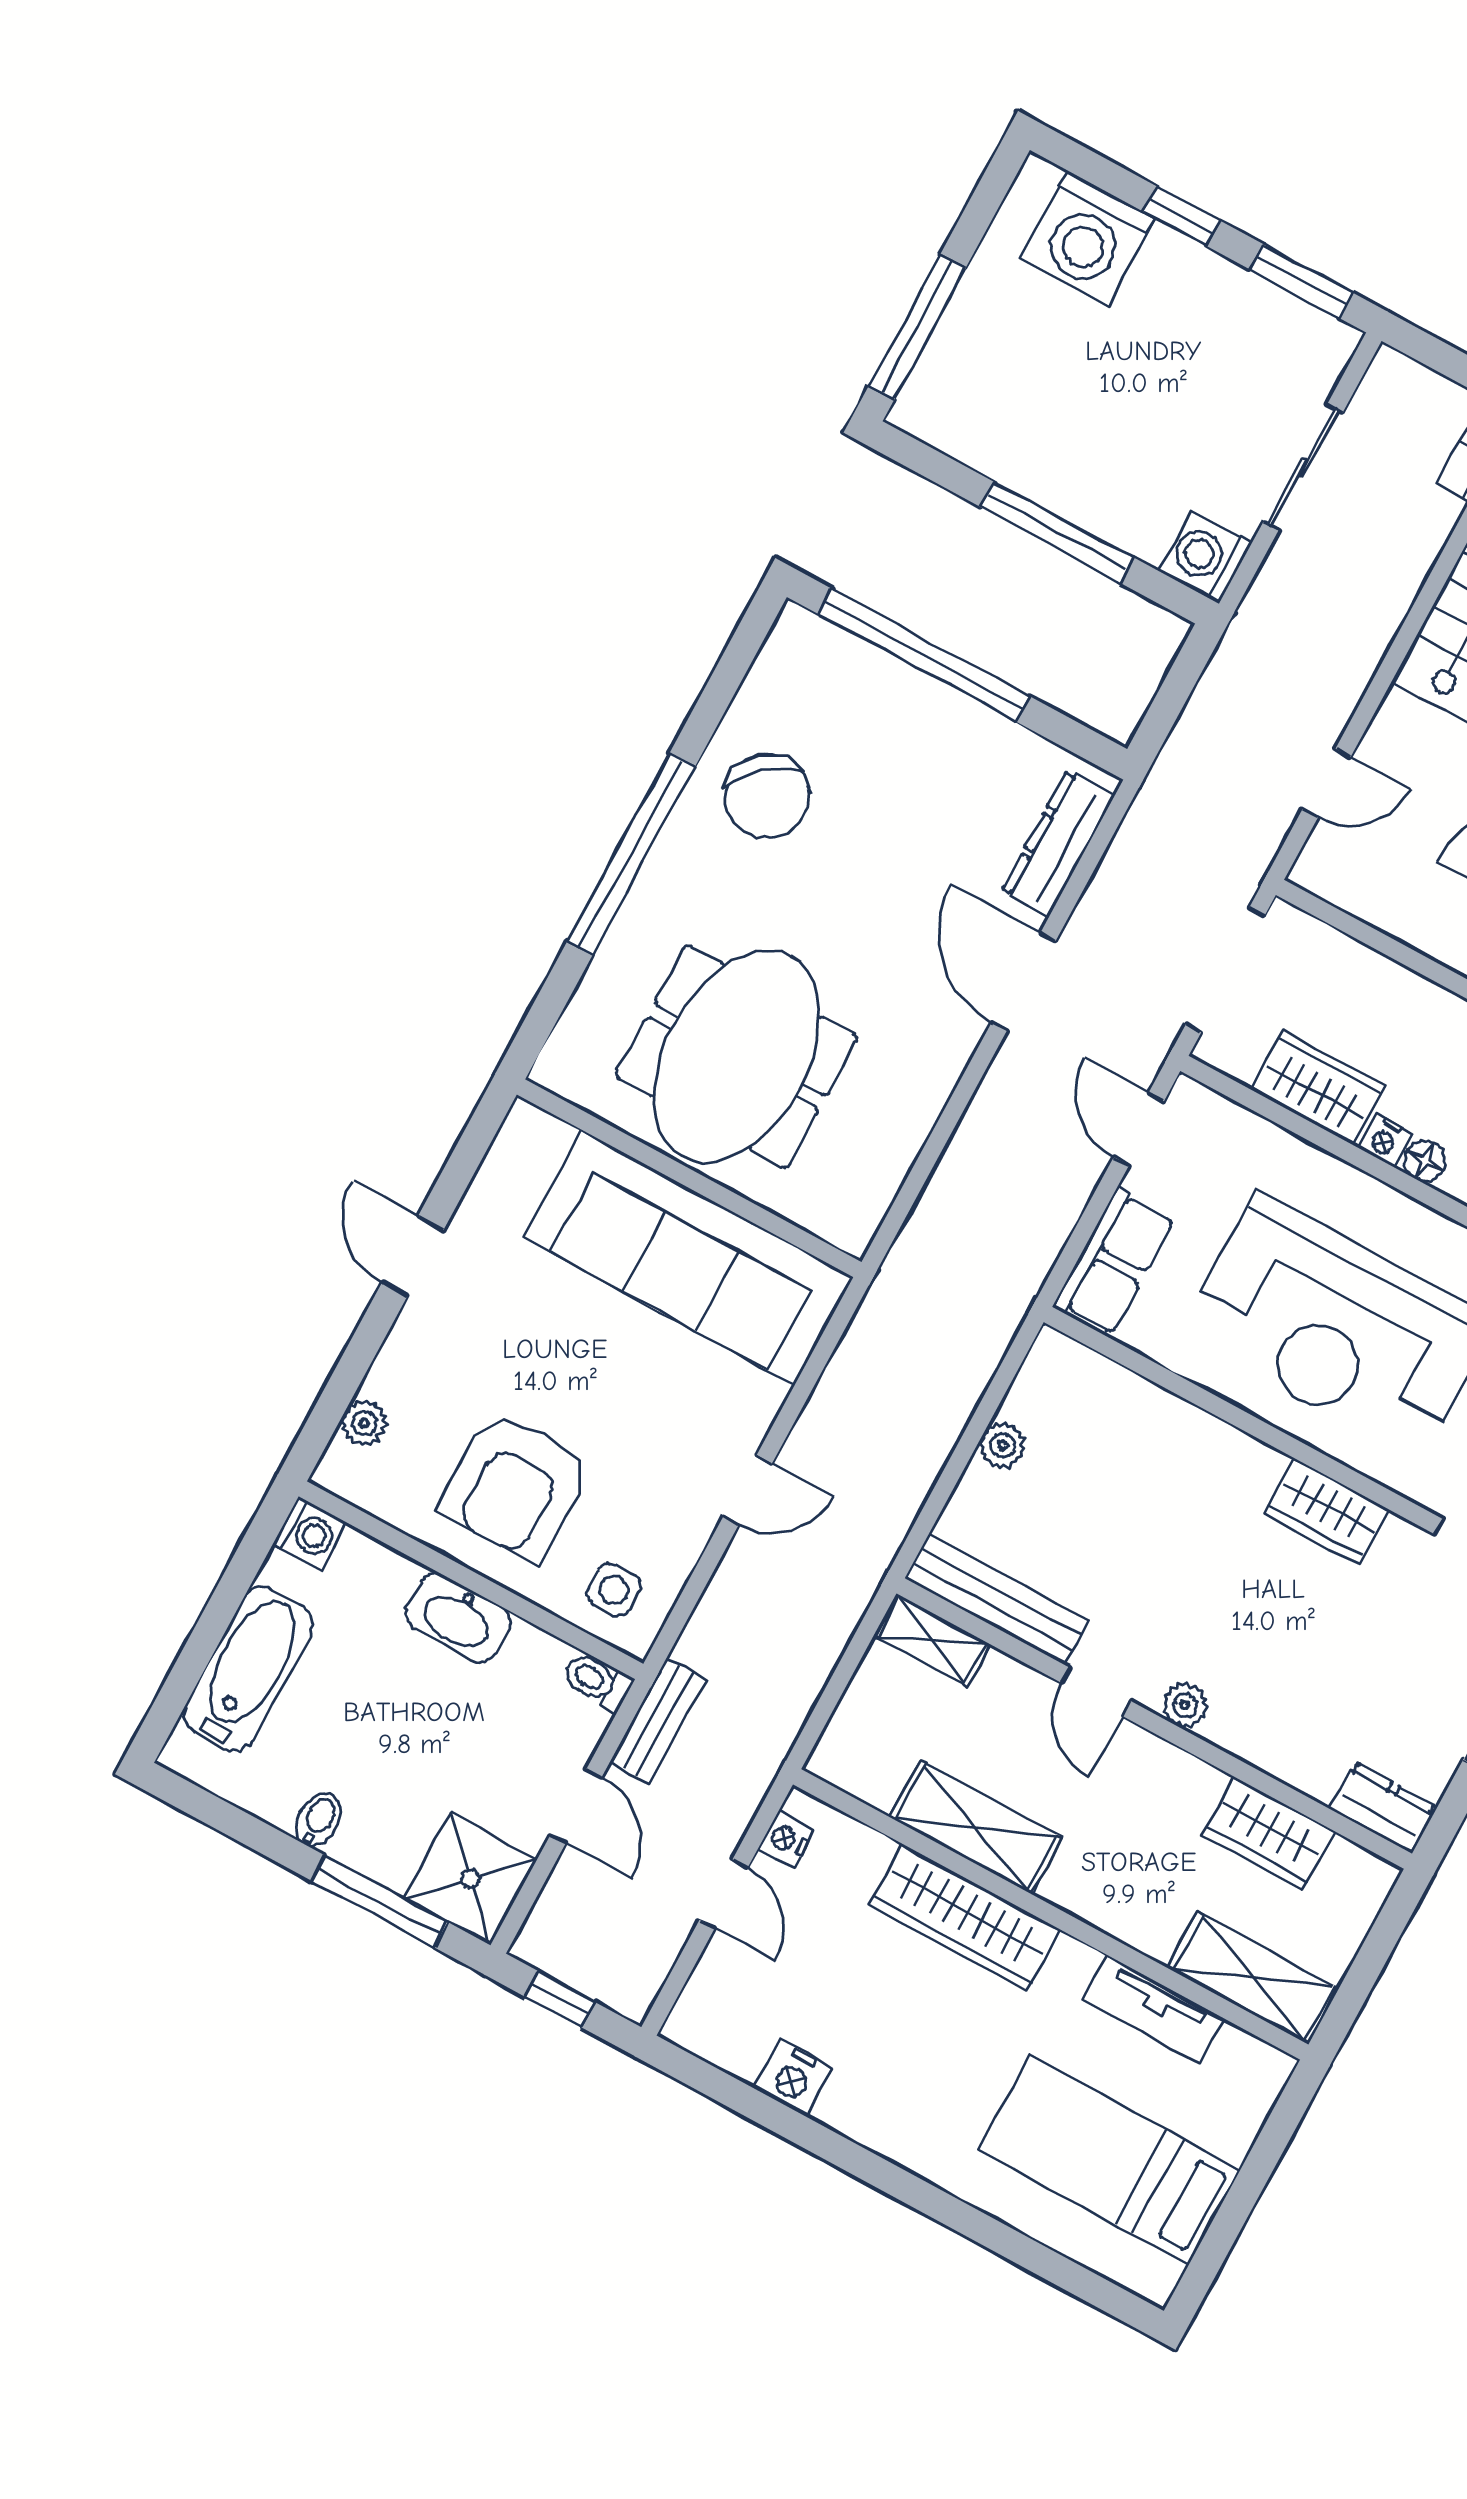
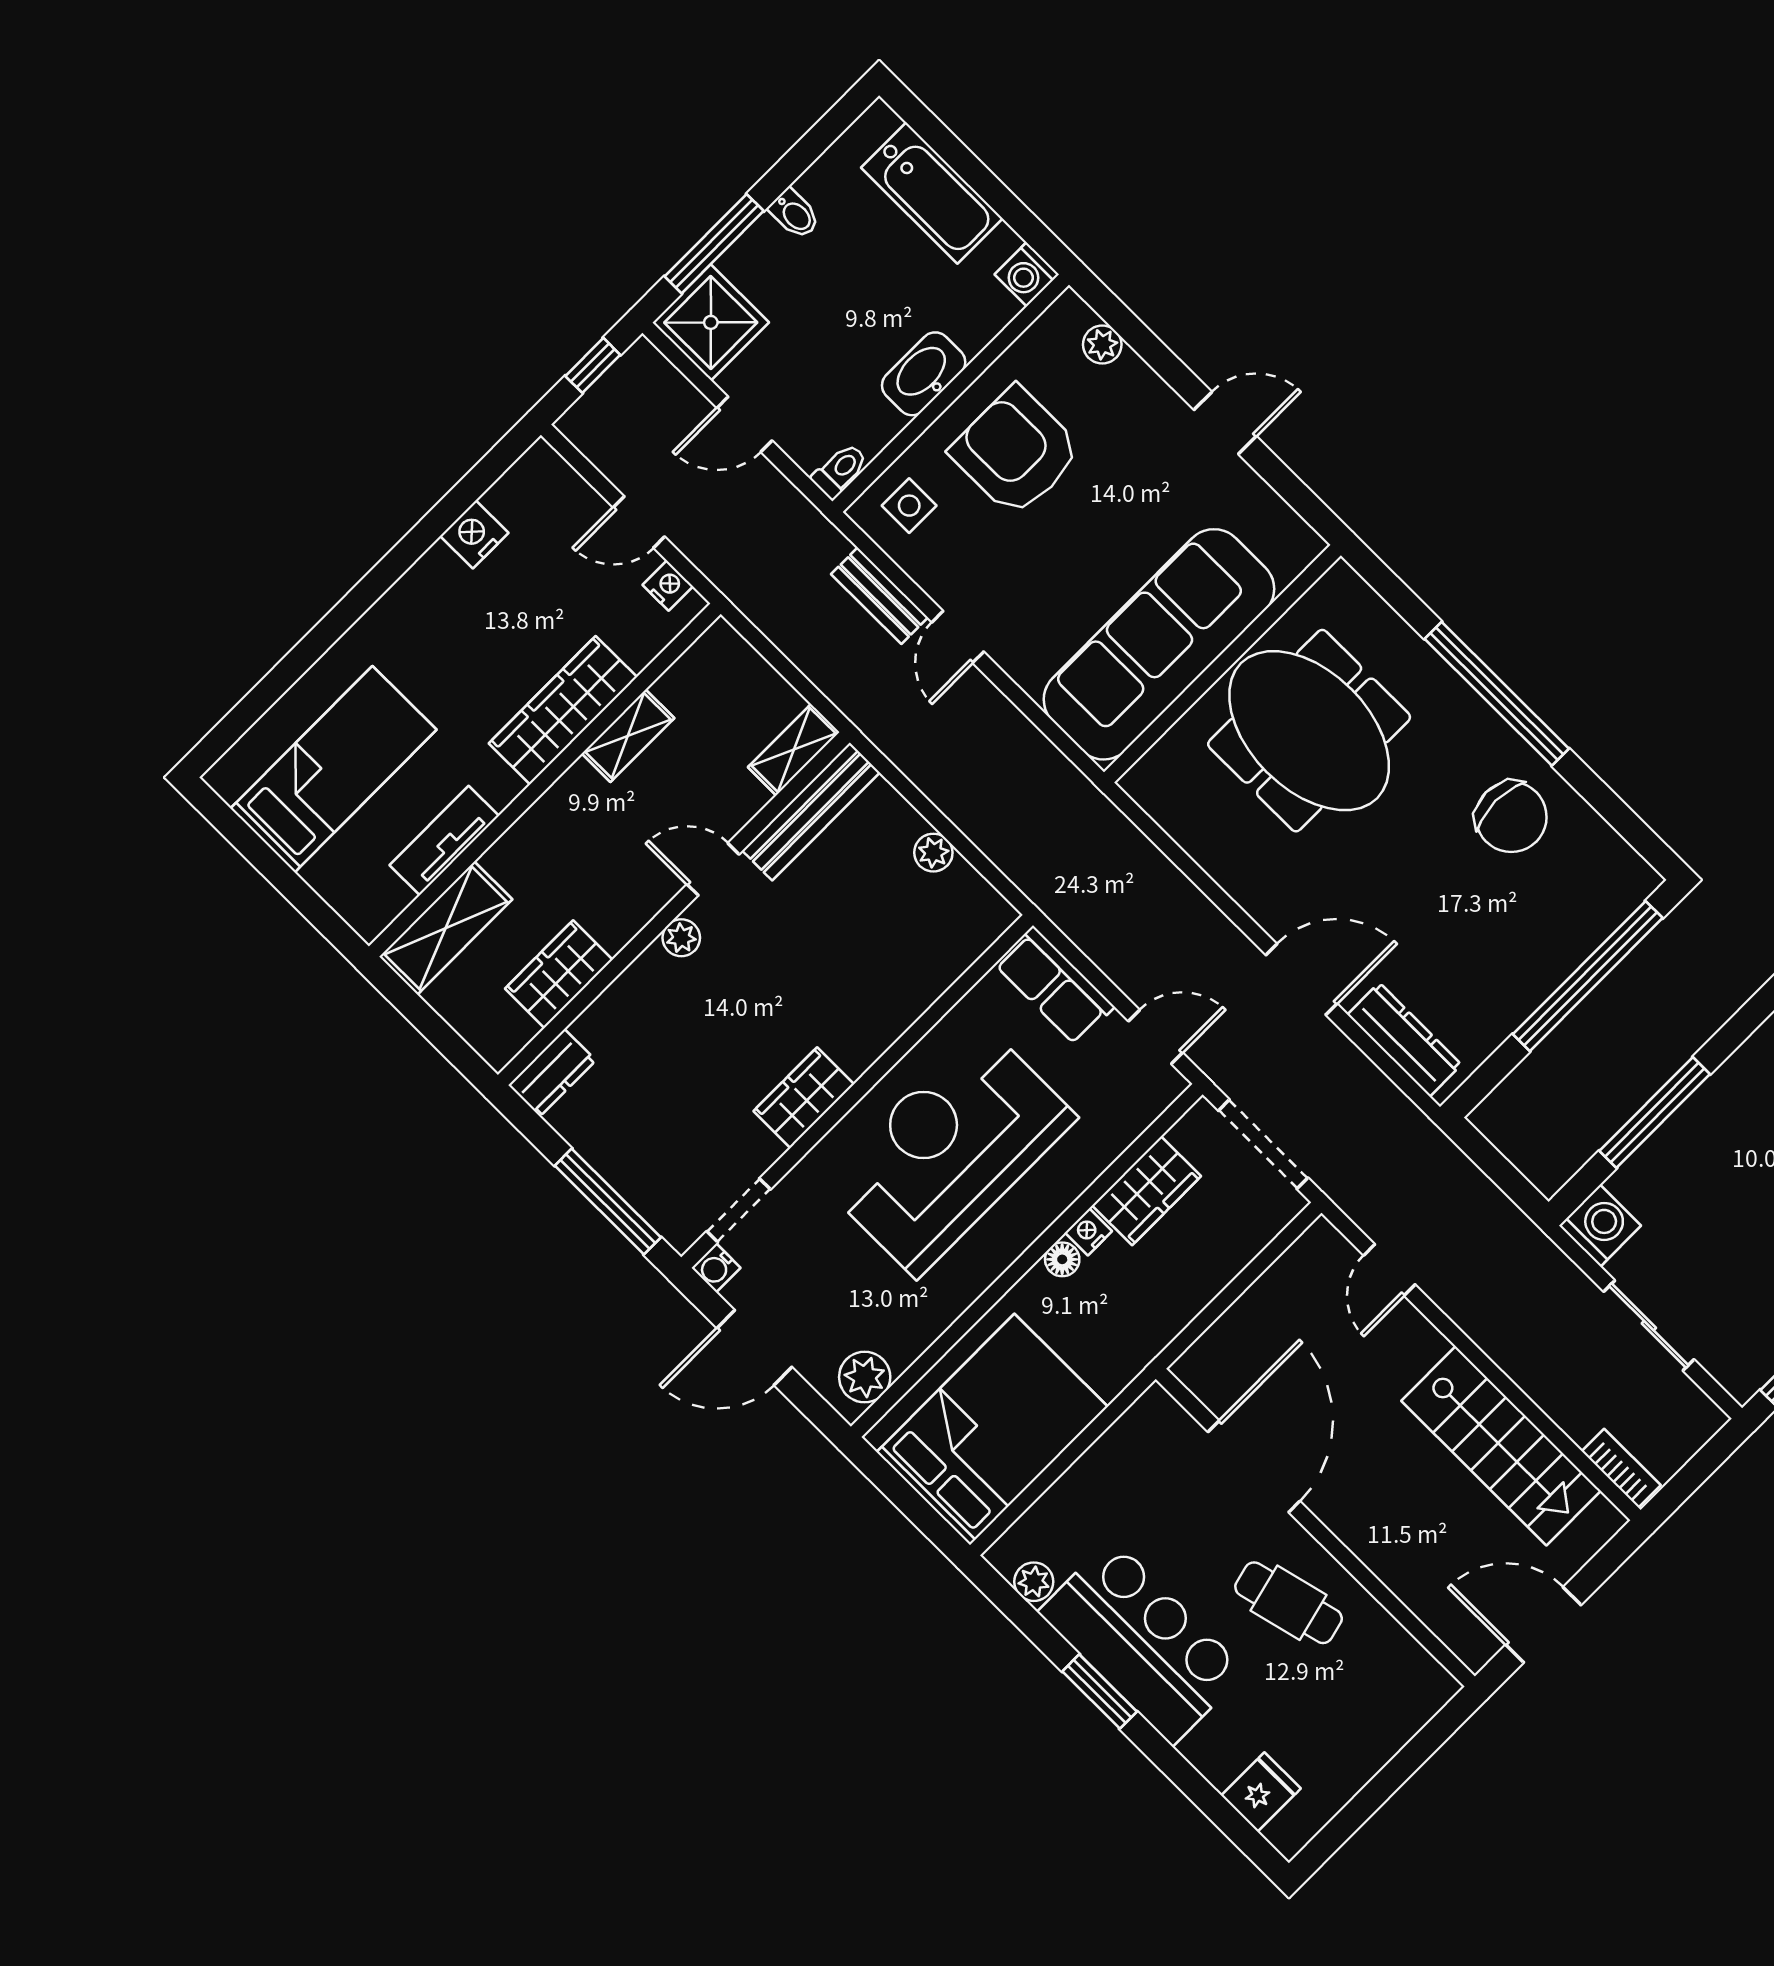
chair: (767, 796) -> (1511, 817), turned -139
bench: (658, 1721) -> (880, 596), moved
shelving: (976, 1827) -> (628, 736), width x0.67, depth x0.75

